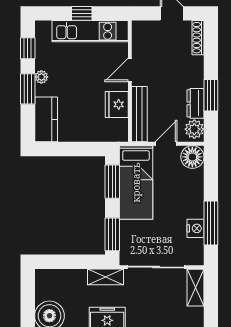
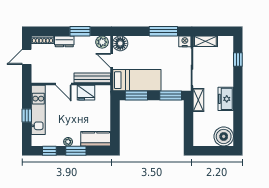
dresser: (195, 103) -> (64, 41), moved
nightstand: (195, 228) -> (185, 41), moved

